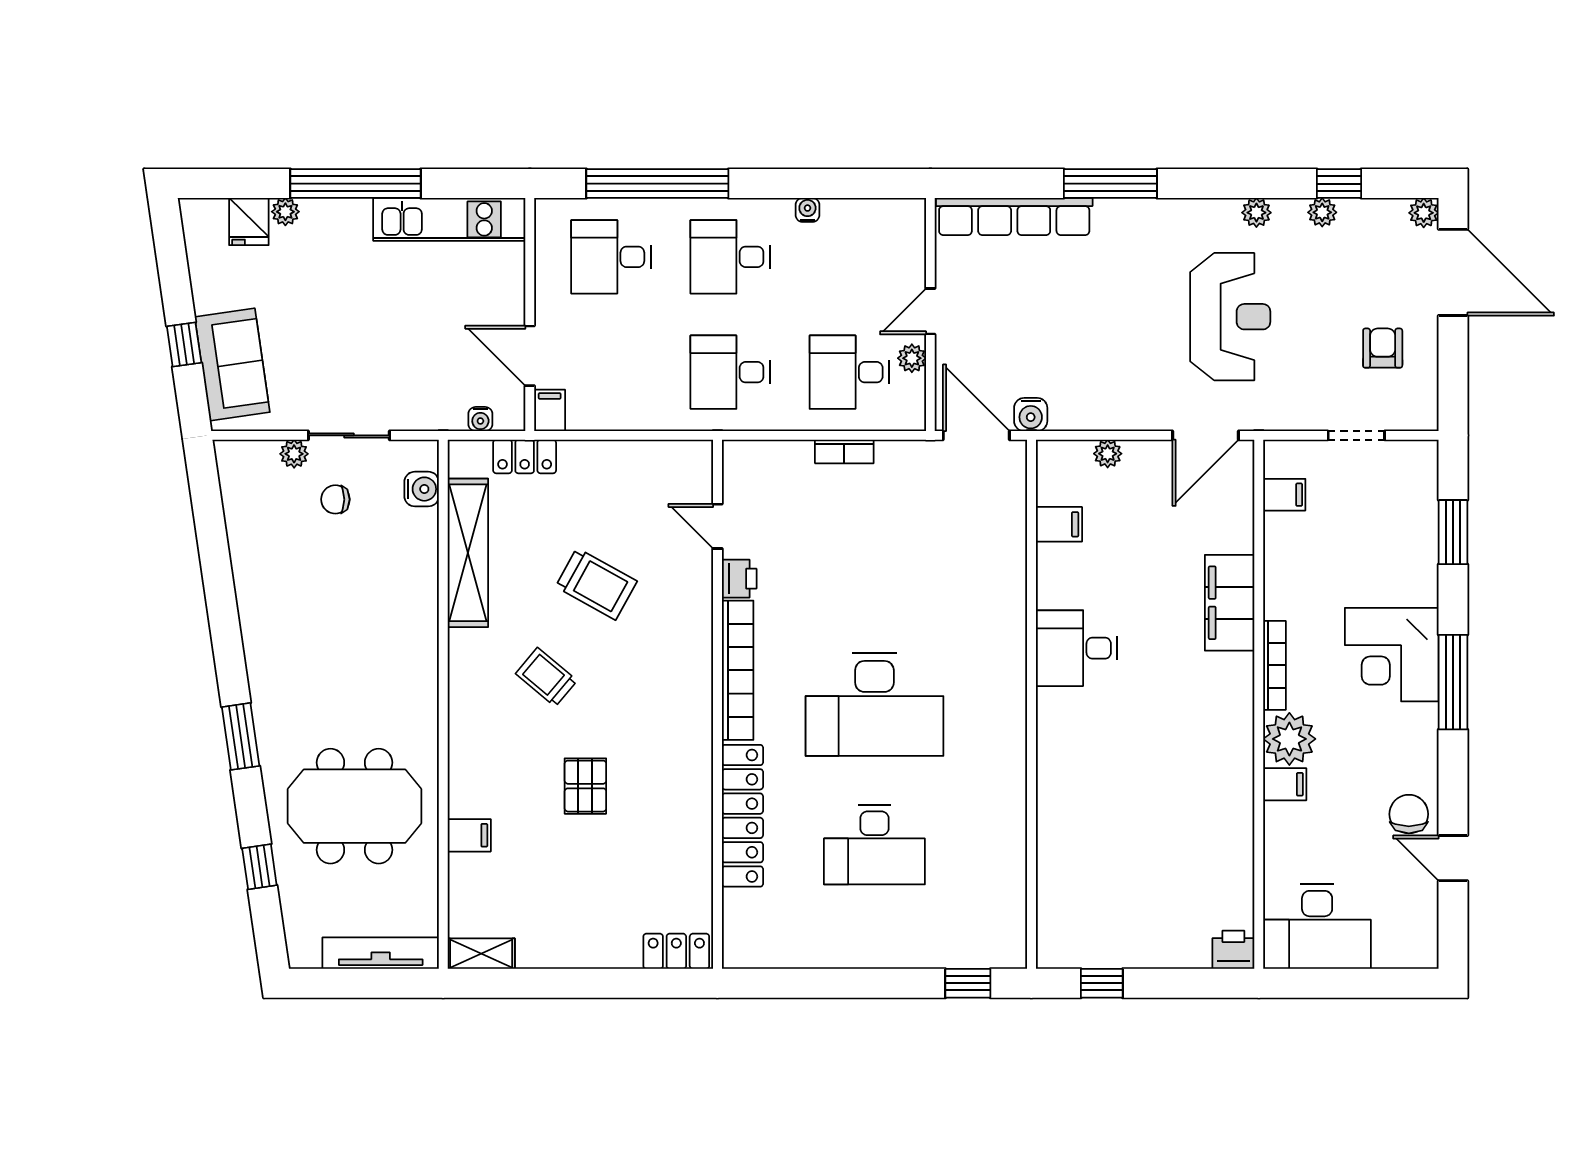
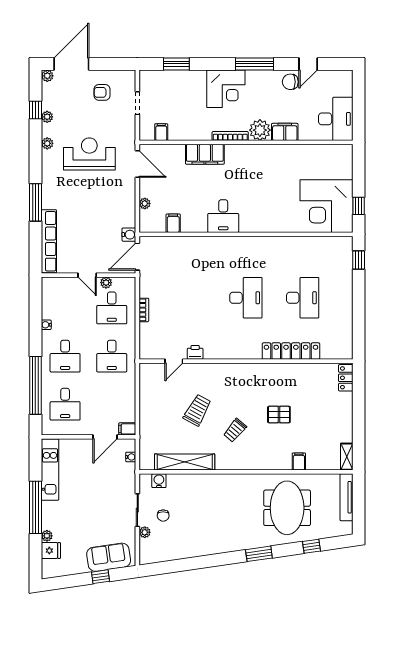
locker: (525, 457) -> (146, 439), removed
bookcase: (738, 670) -> (232, 353), removed
window: (1453, 682) -> (255, 64), moved
desk: (874, 704) -> (246, 298), width x0.73, depth x0.77
filing cabinet: (1285, 784) -> (285, 132), width x2.00
corner desk: (1101, 903) -> (326, 206), added
printer: (1233, 950) -> (345, 153), removed

